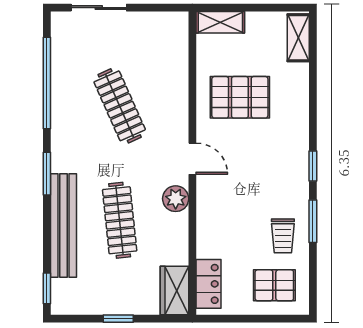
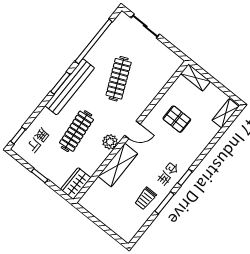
pallet: (240, 97) -> (177, 119), width x0.67, depth x0.71
door: (192, 159) -> (132, 130), hinge flipped
shelving: (211, 221) -> (118, 165), added
bench: (64, 225) -> (70, 87), moved
locker: (209, 284) -> (94, 193), removed
pallet: (274, 285) -> (123, 218), removed

